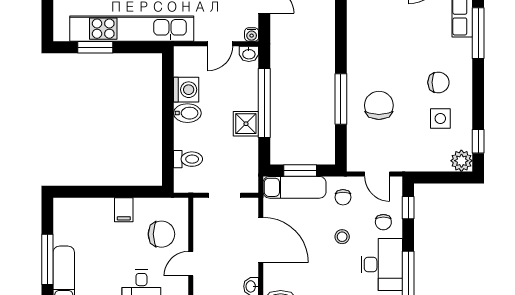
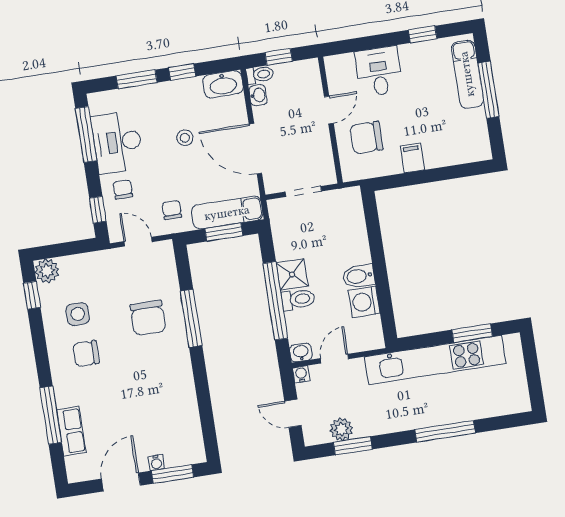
toilet: (188, 159) -> (298, 299), moved, turned 180
stool: (342, 237) -> (185, 138), moved

